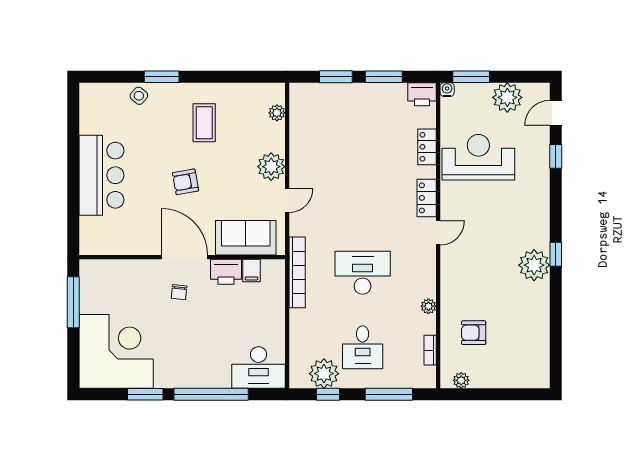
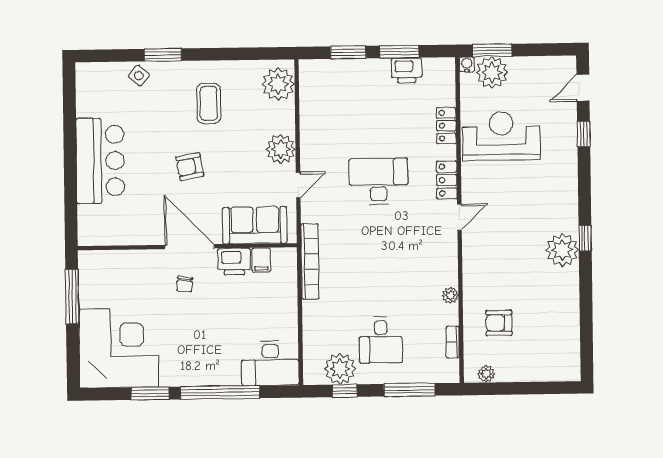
printer: (422, 94) -> (407, 70), moved
plant: (507, 97) -> (492, 72), moved
plant: (277, 113) -> (278, 84), width x1.88, depth x1.88
desk: (363, 273) -> (379, 181), moved

